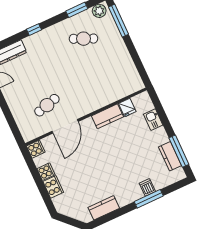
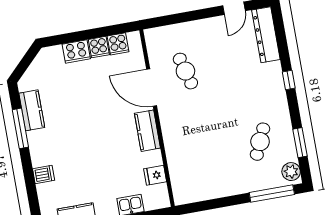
kitchen counter: (107, 116) -> (147, 131), moved
cooker: (36, 149) -> (118, 44), moved
window: (149, 199) -> (20, 128), moved

